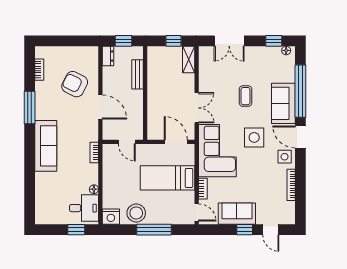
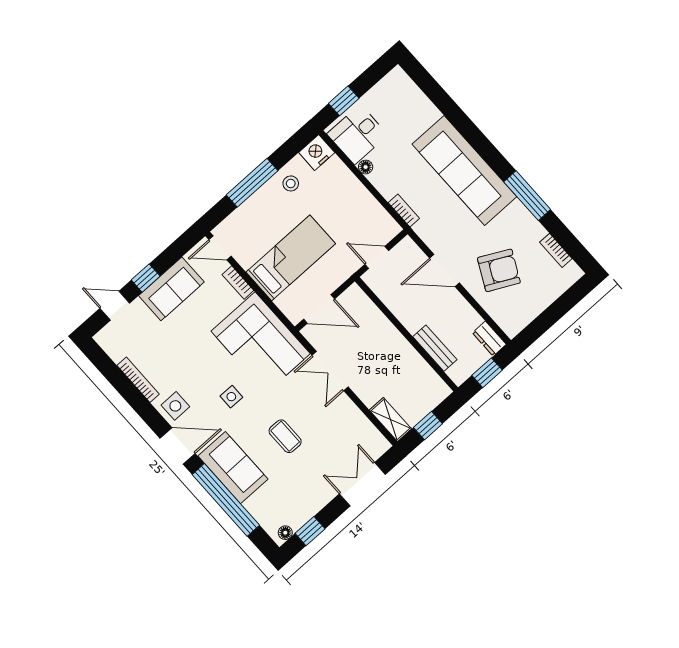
side table: (254, 137) -> (231, 397), width x0.54, depth x0.54
sofa: (46, 146) -> (464, 170), width x1.36, depth x1.27
stool: (136, 213) -> (291, 183), width x0.53, depth x0.53

